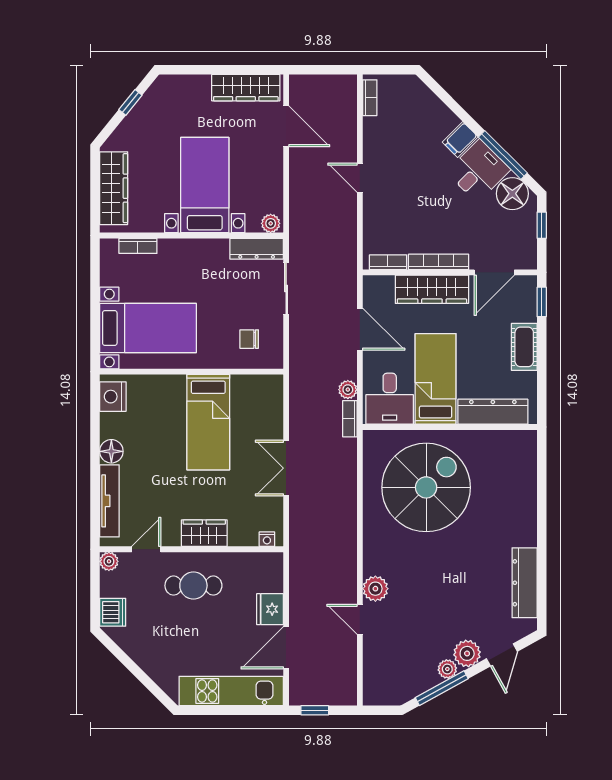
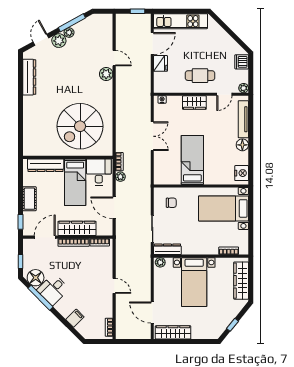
filing cabinet: (460, 139) -> (75, 318), moved

